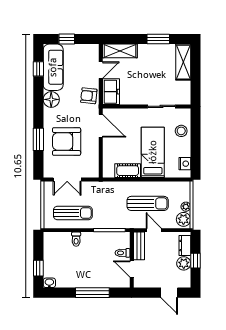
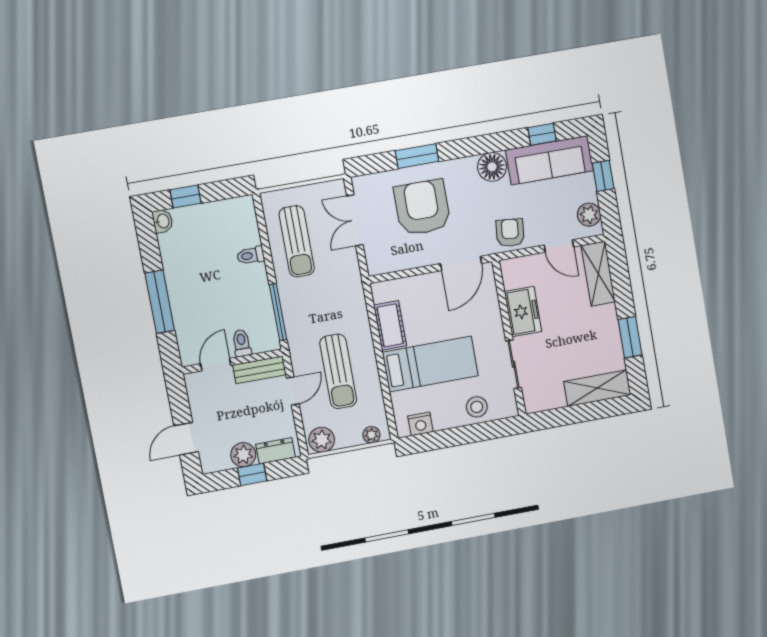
plant: (87, 50) -> (589, 215), added
freezer: (111, 92) -> (523, 312), moved, turned -90
plant: (186, 207) -> (371, 435), moved

